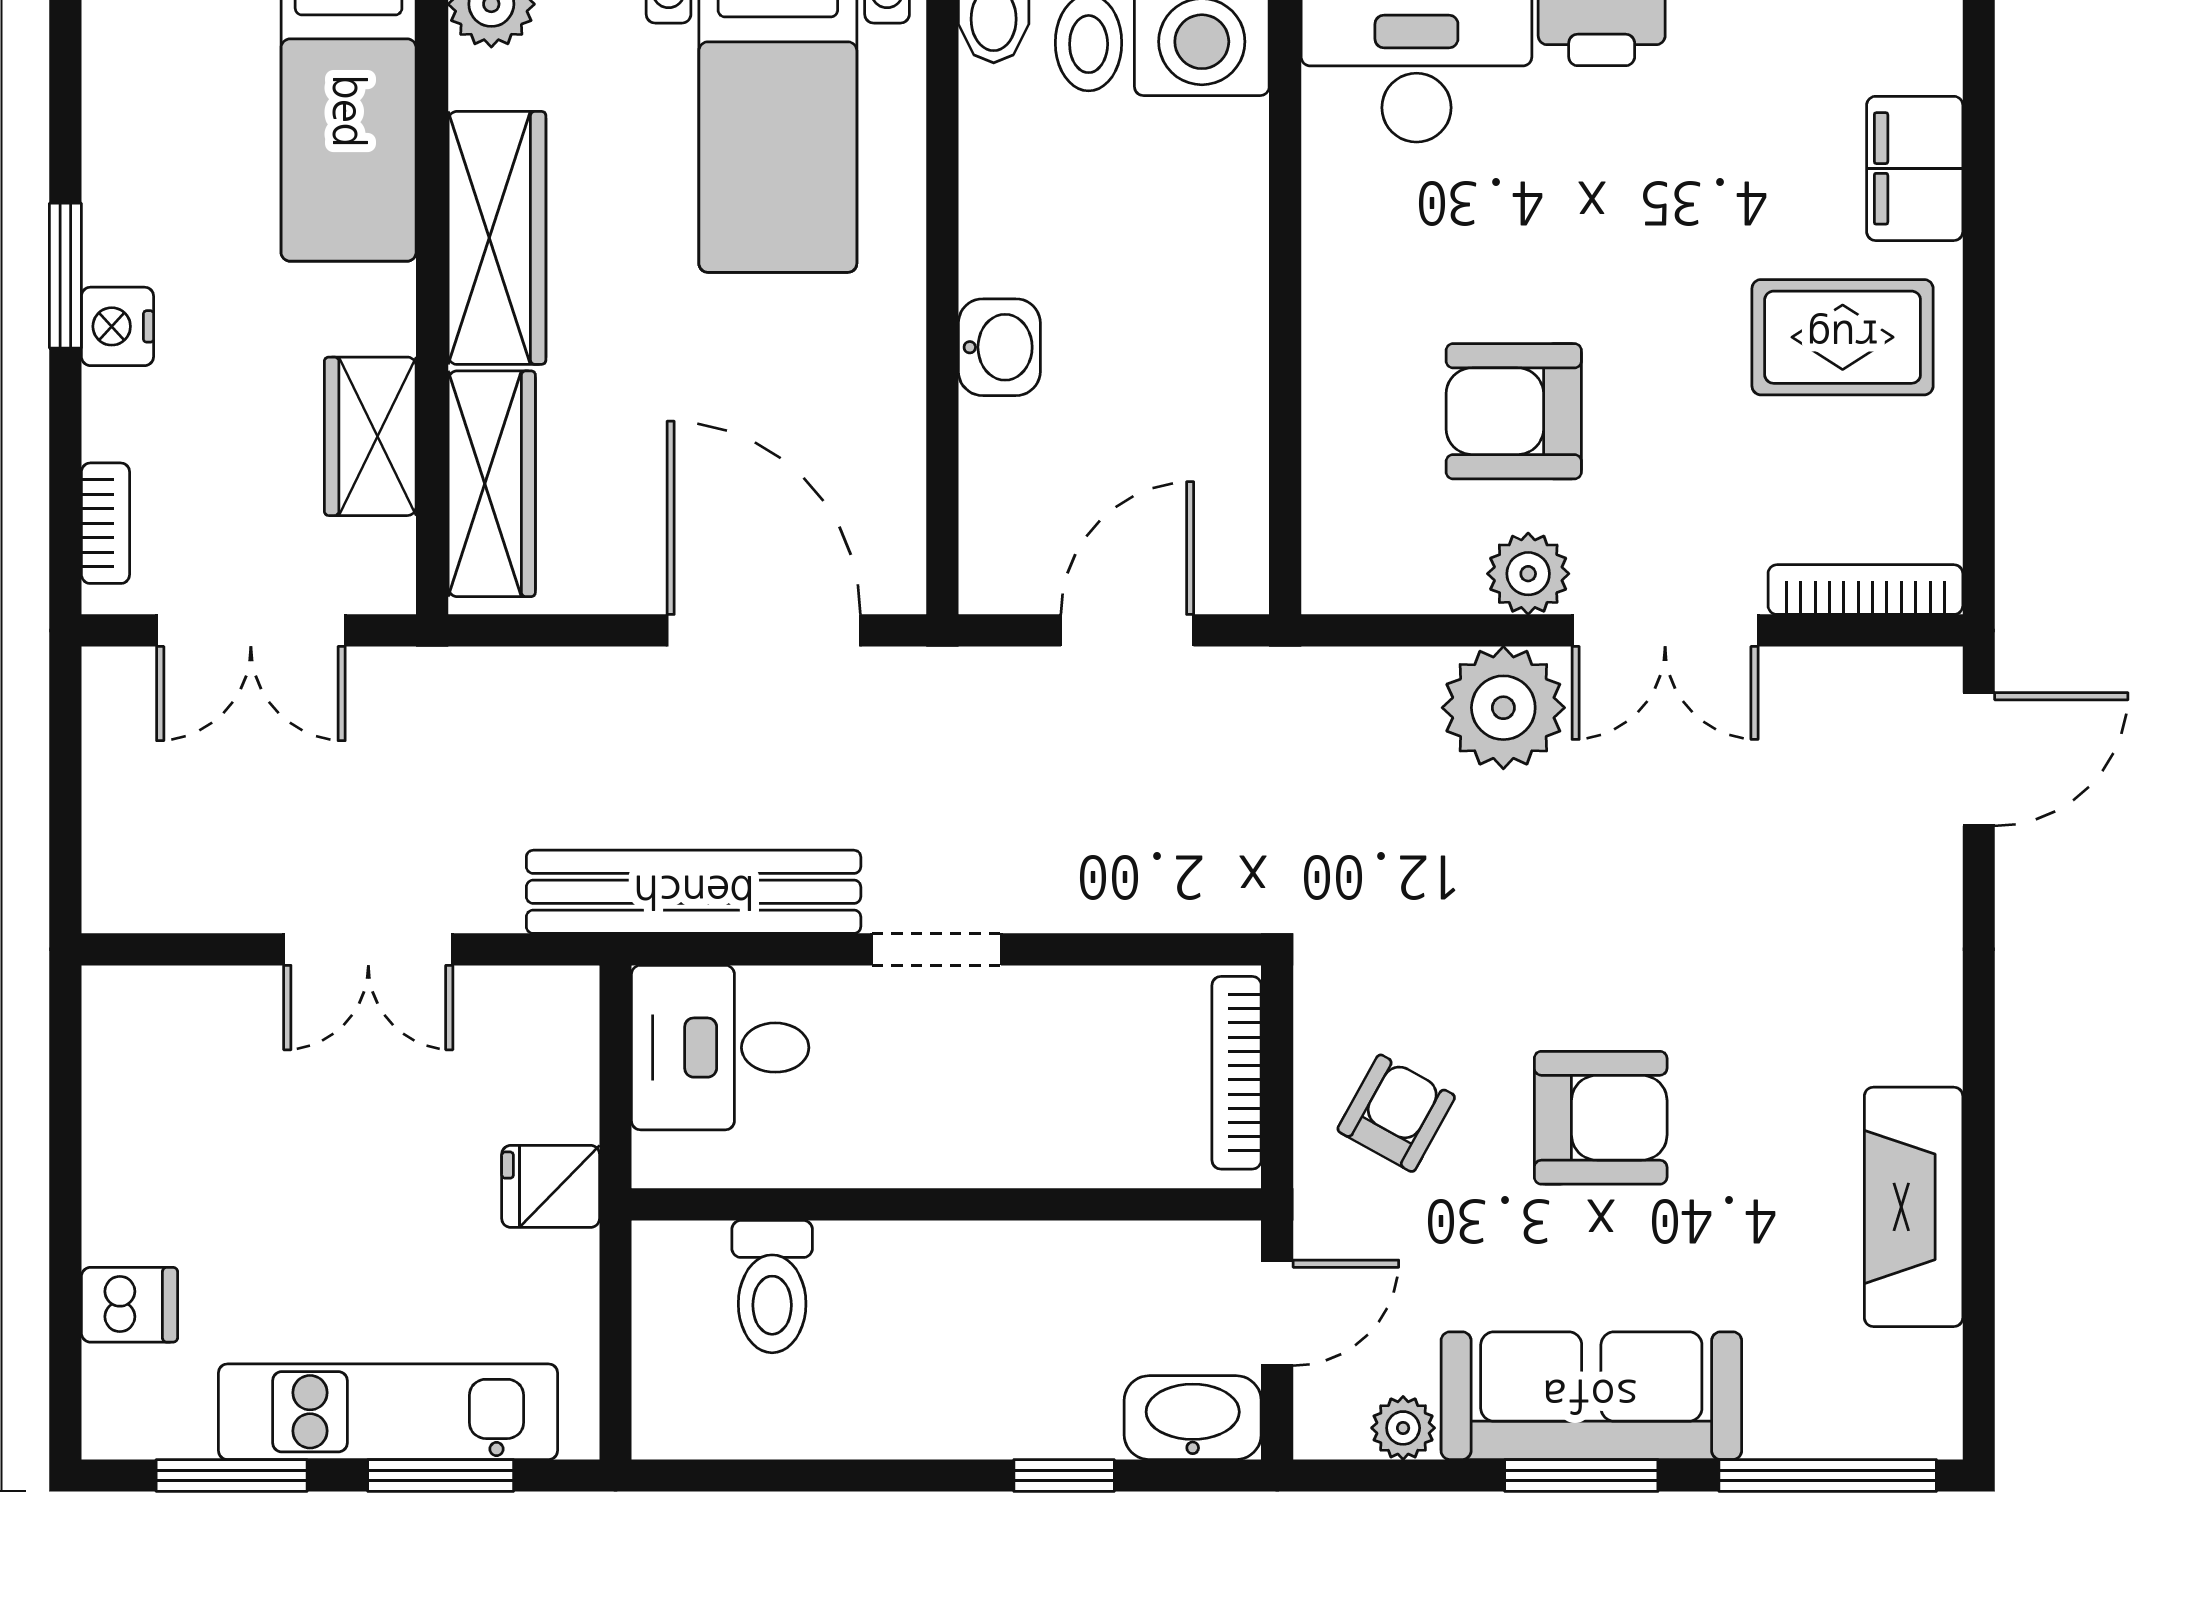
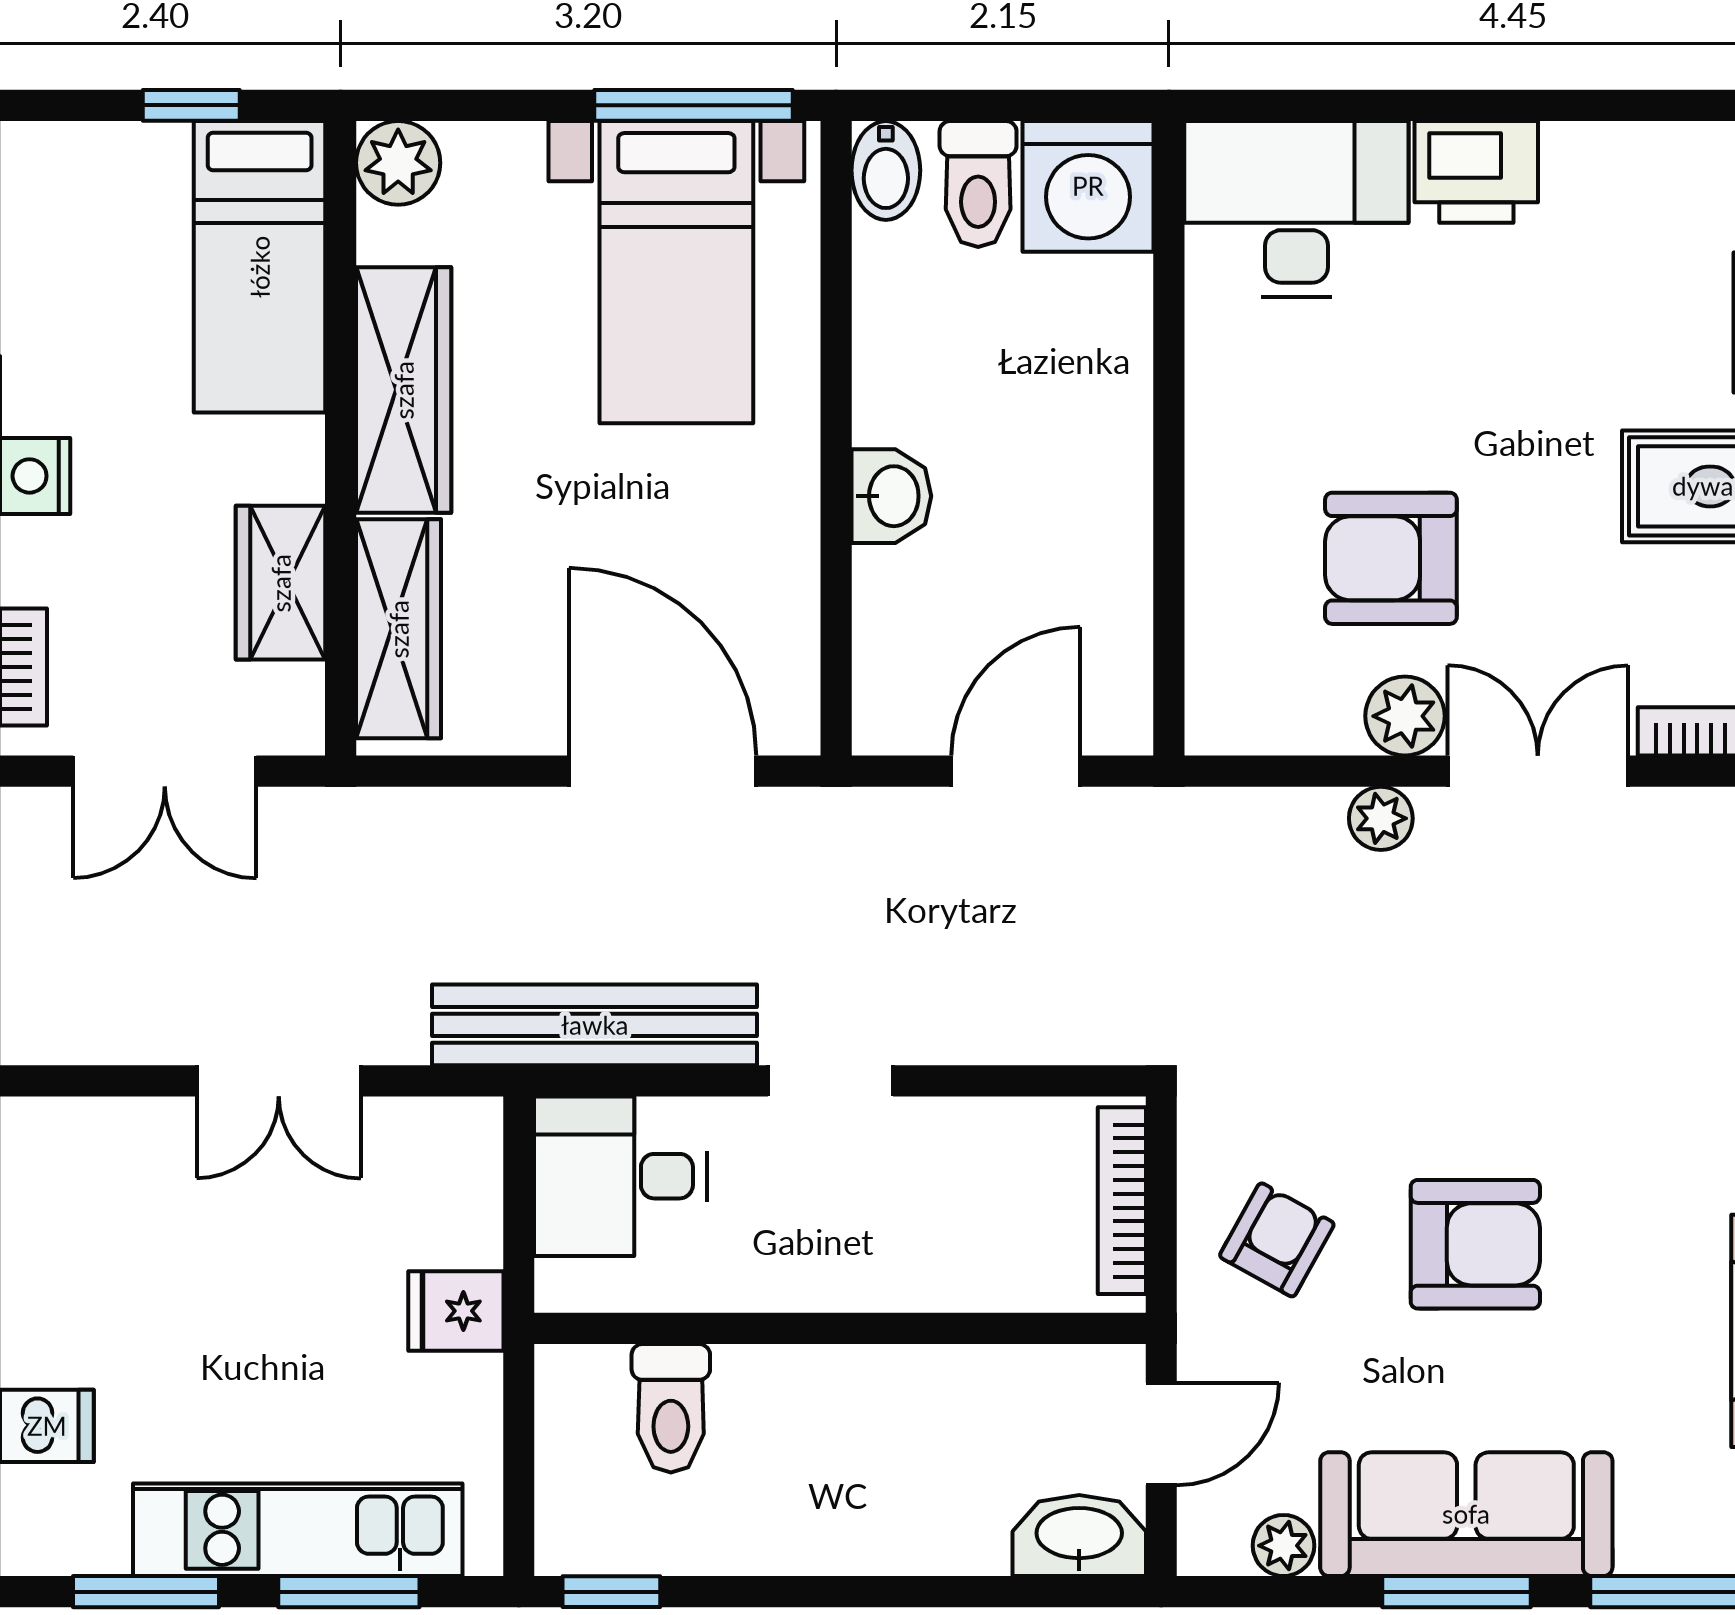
double door: (1665, 630) -> (1538, 771), swing flipped
plant: (1503, 708) -> (1381, 818), width x0.53, depth x0.53
window: (1064, 1475) -> (611, 1592), moved

